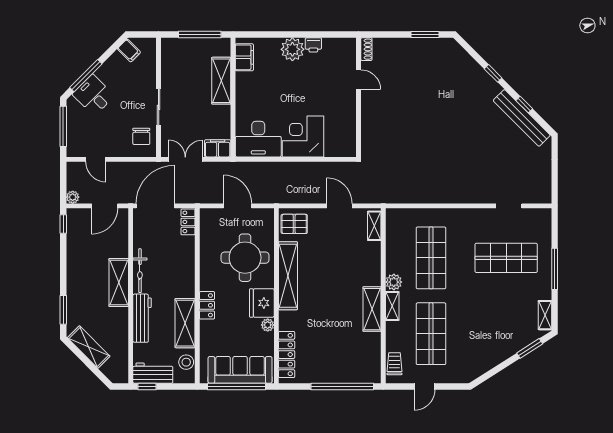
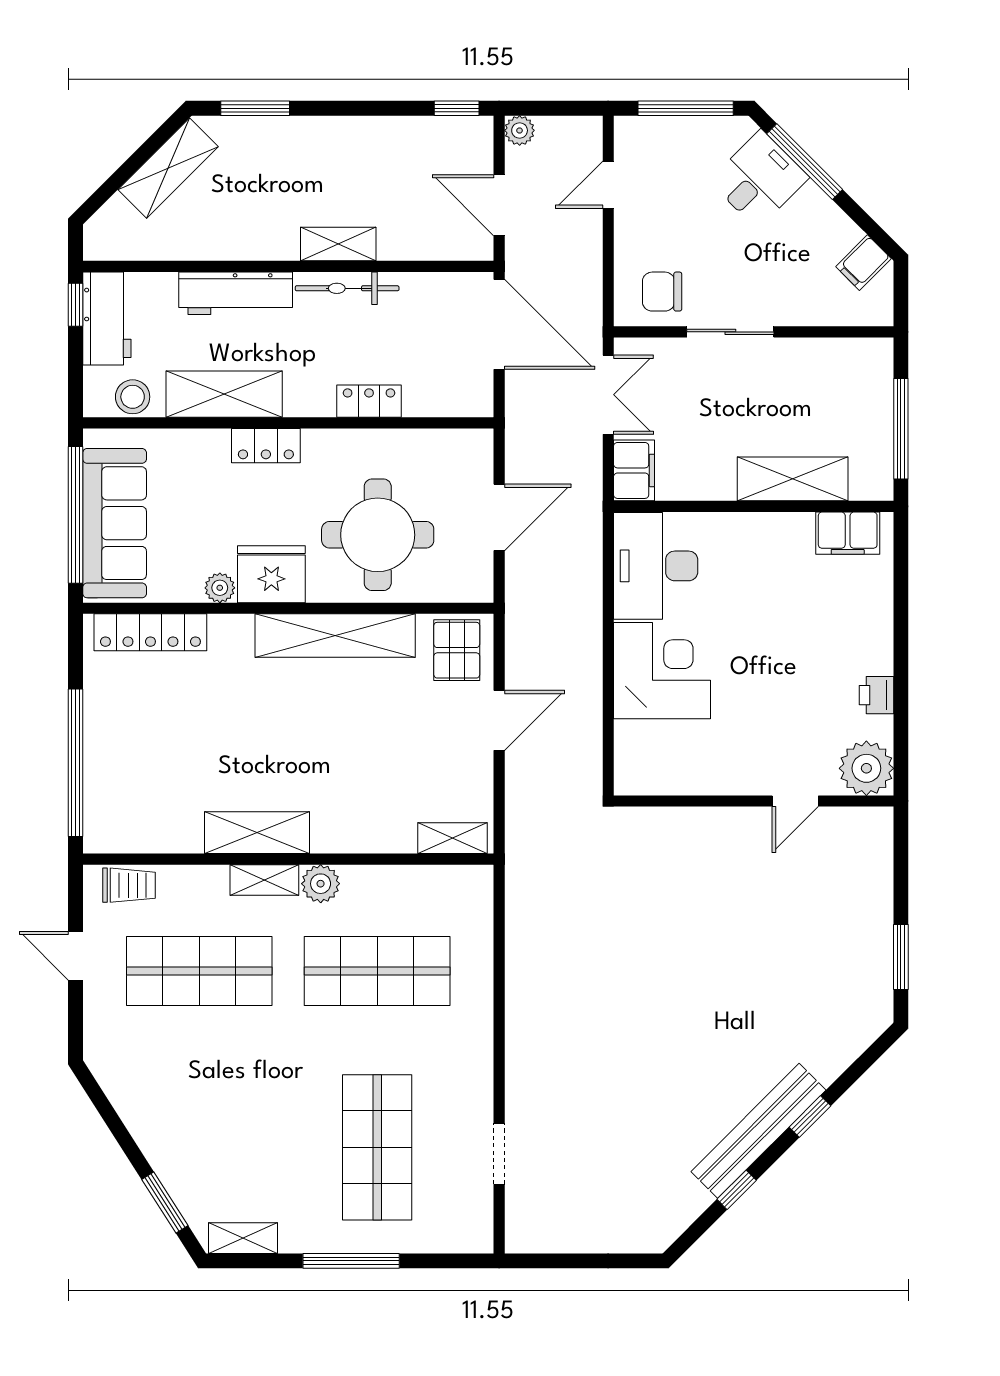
plant: (292, 49) -> (866, 768), moved
shoe rack: (366, 49) -> (867, 819), removed
bench: (522, 118) -> (758, 1131), moved
door: (339, 206) -> (499, 720), moved
locker: (188, 222) -> (369, 401), moved
shelving: (119, 282) -> (338, 244), width x0.67, depth x0.75

